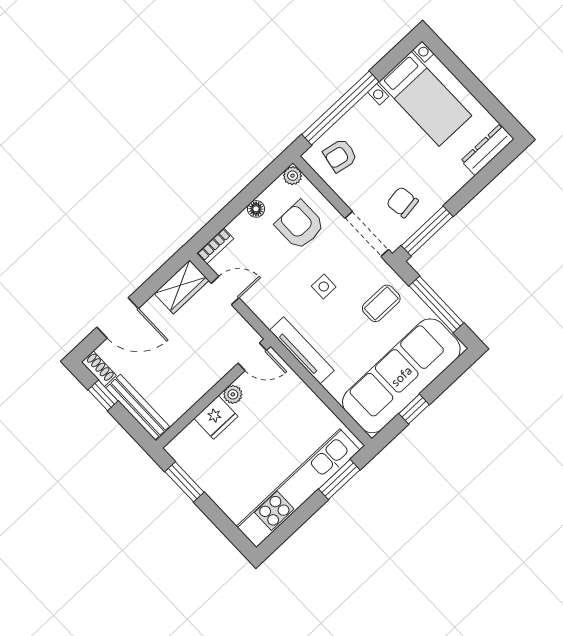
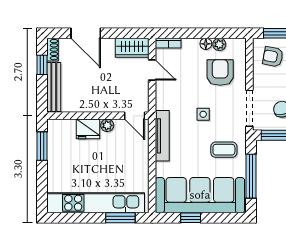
plant: (293, 176) -> (219, 44), moved

